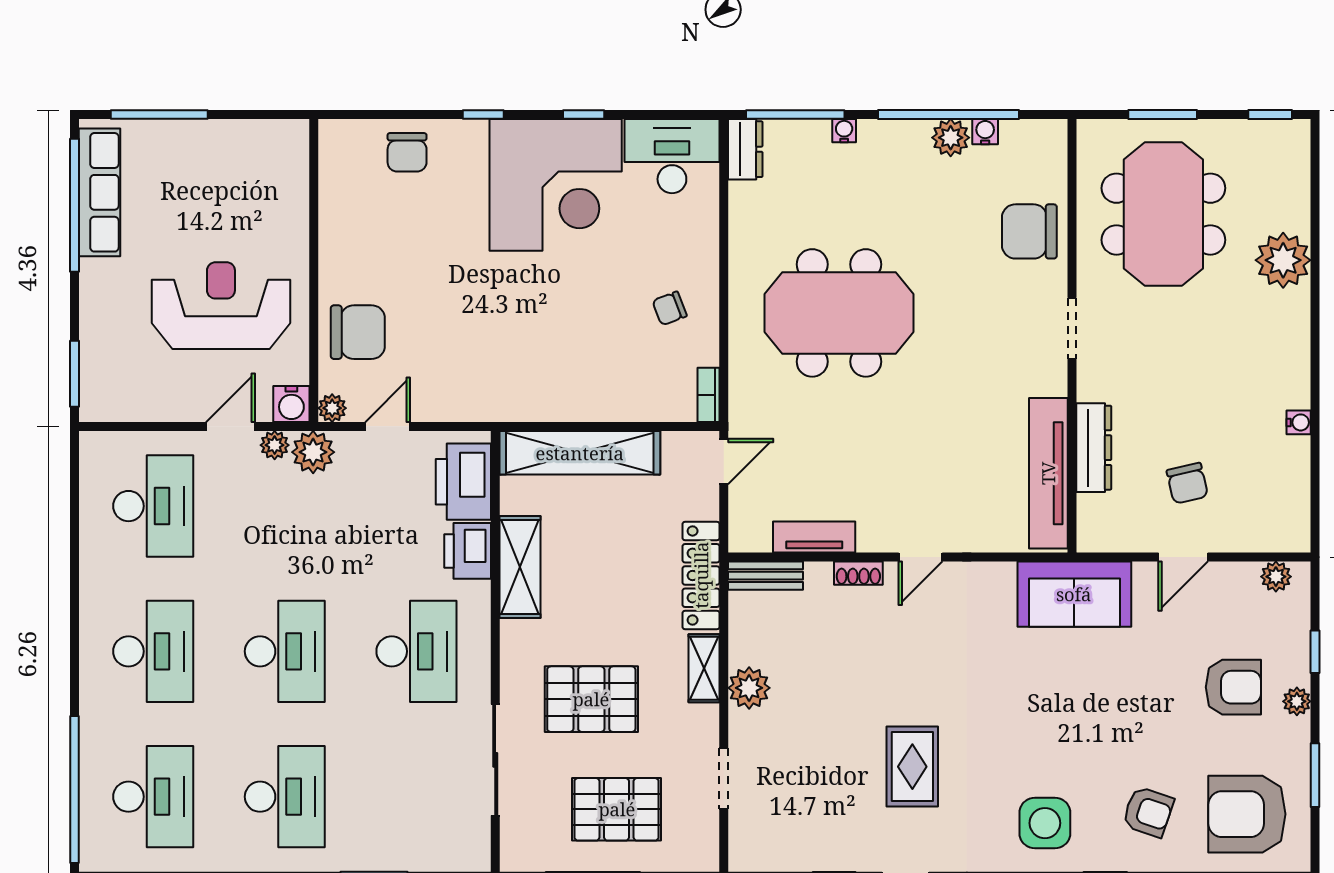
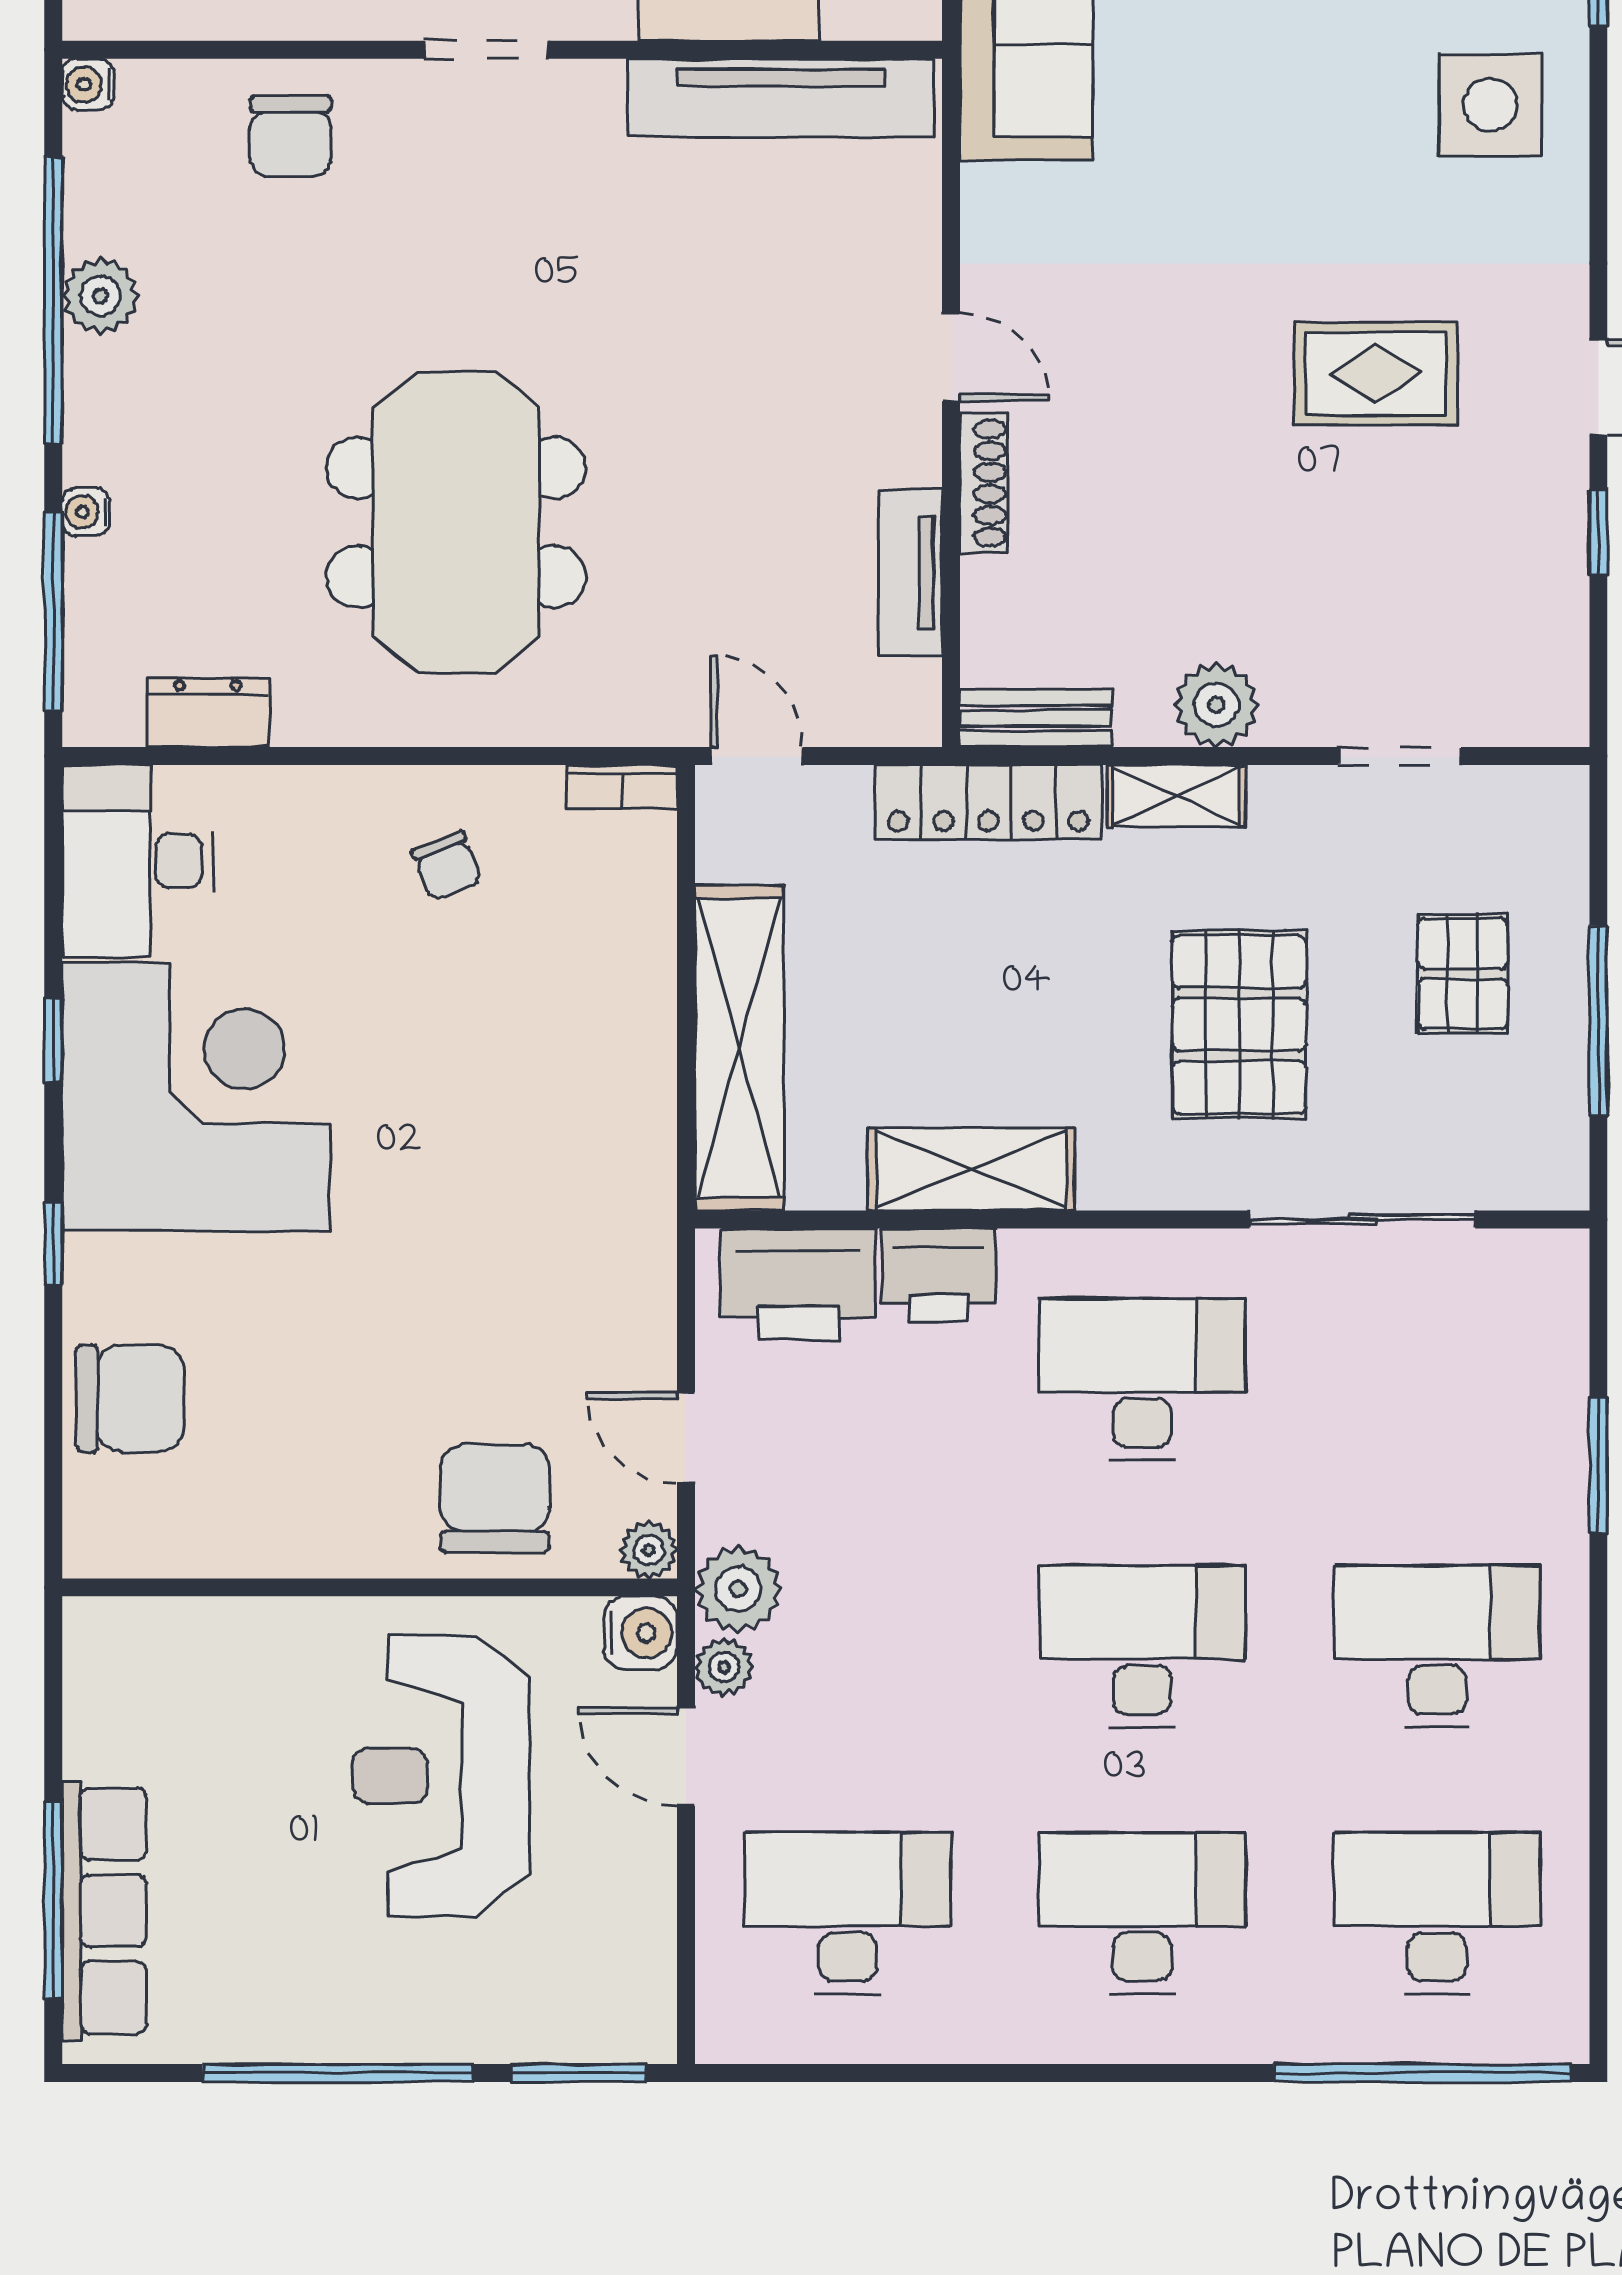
water cooler: (985, 132) -> (88, 84), moved
dresser: (745, 149) -> (208, 713), moved
chair: (407, 152) -> (130, 1398), width x1.37, depth x1.37
row of seats: (99, 192) -> (104, 1911), moved, turned 90
window: (74, 205) -> (338, 2073), moved
chair: (1029, 231) -> (291, 136), width x0.73, depth x0.73
shoe rack: (858, 573) -> (984, 483), width x1.43
bench: (765, 576) -> (1036, 718), moved, turned 90
pallet: (617, 809) -> (1463, 974), width x0.67, depth x0.71

